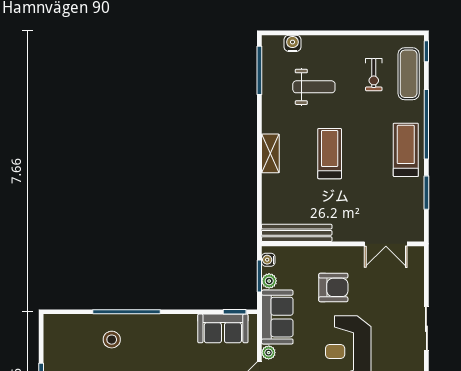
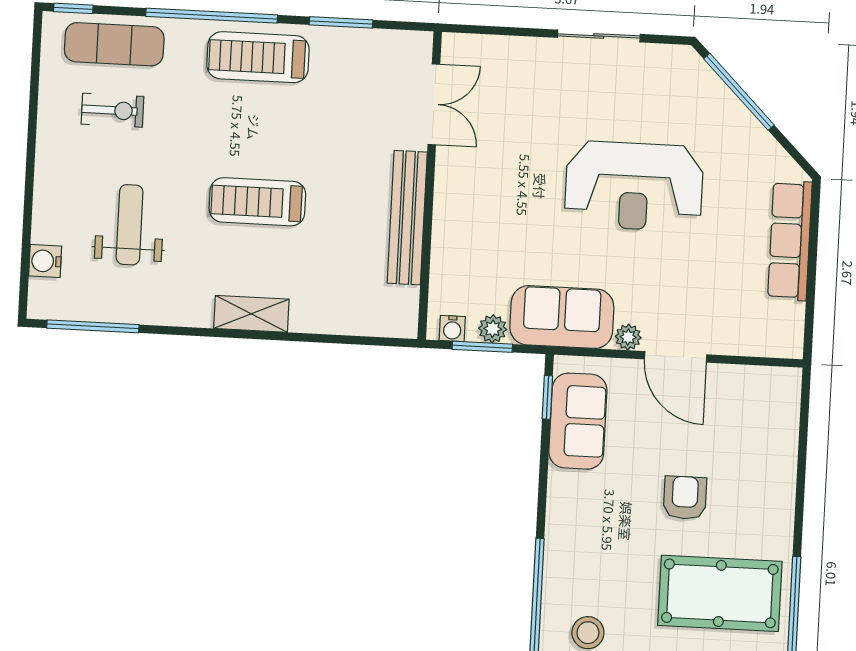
bench: (297, 233) -> (407, 218), moved
armchair: (333, 287) -> (511, 208), removed

